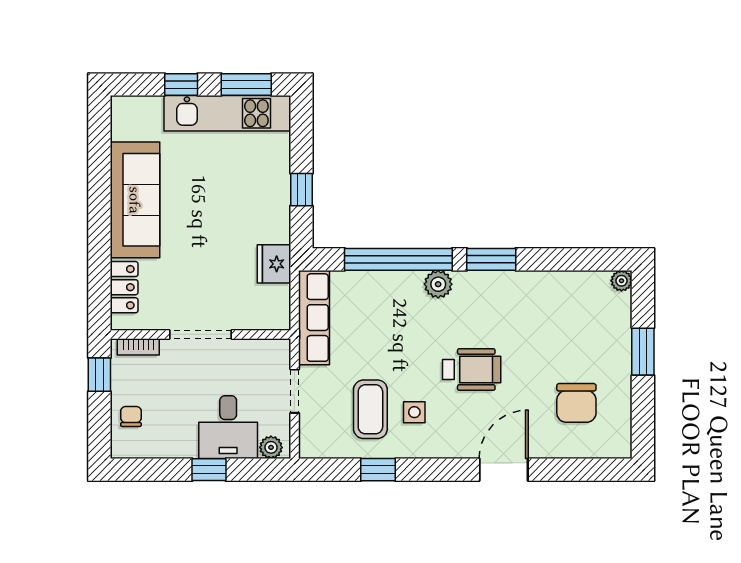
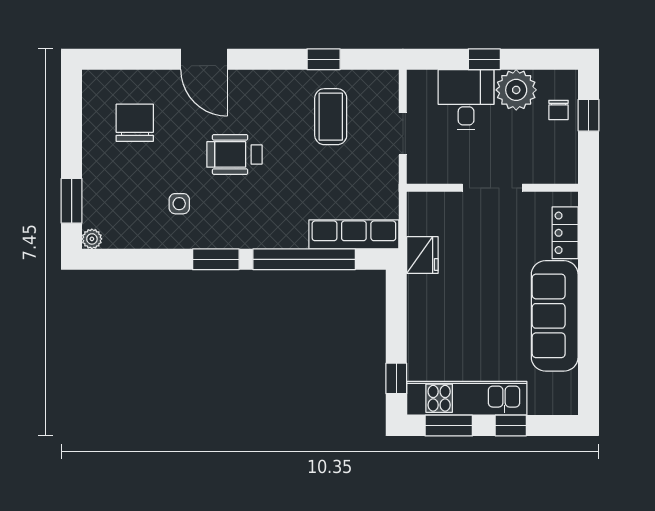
window: (301, 190) -> (396, 378), moved
plant: (438, 284) -> (266, 236), removed
row of seats: (314, 318) -> (354, 234), moved, turned 90
bookcase: (138, 347) -> (551, 176), removed
window: (643, 352) -> (72, 201), moved
window: (99, 375) -> (589, 115), moved
side table: (414, 412) -> (179, 204), moved
plant: (271, 447) -> (516, 90), moved, width x1.87, depth x1.87
door: (504, 470) -> (204, 59), hinge flipped

